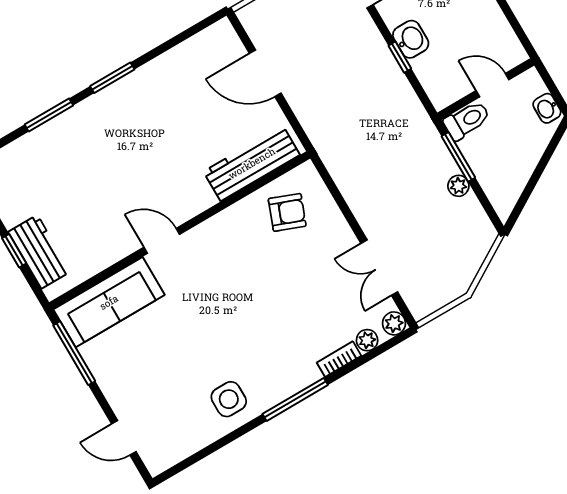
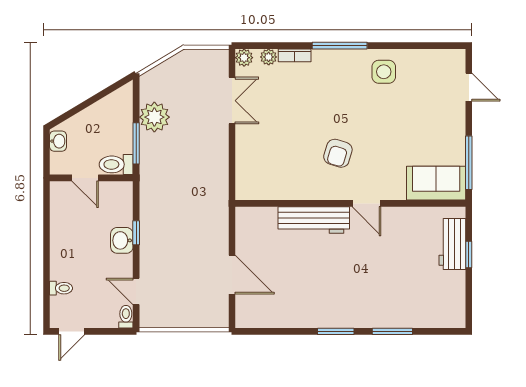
workbench: (252, 163) -> (314, 220), moved
plant: (458, 186) -> (154, 117), width x1.88, depth x1.88
armchair: (287, 212) -> (338, 153), moved, turned -94
sofa: (109, 302) -> (436, 183), width x0.73

